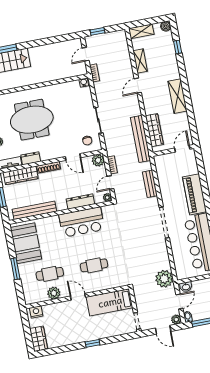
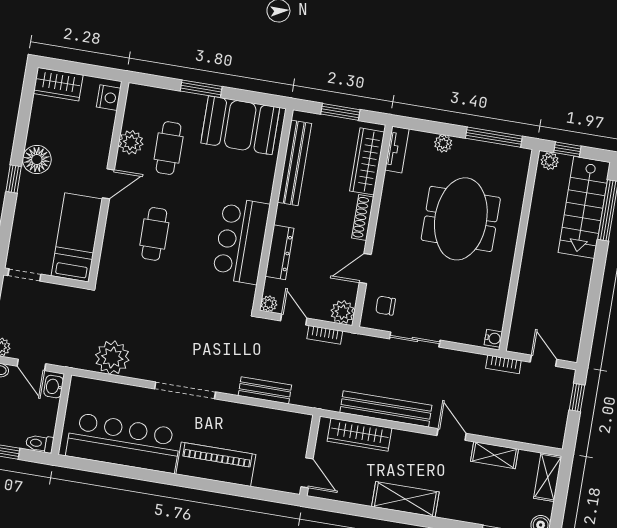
bench: (140, 139) -> (386, 409), moved
dresser: (31, 158) -> (391, 191), removed
plant: (164, 279) -> (112, 358), moved
floor lamp: (79, 336) -> (37, 160), added

